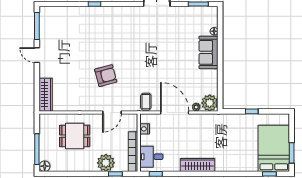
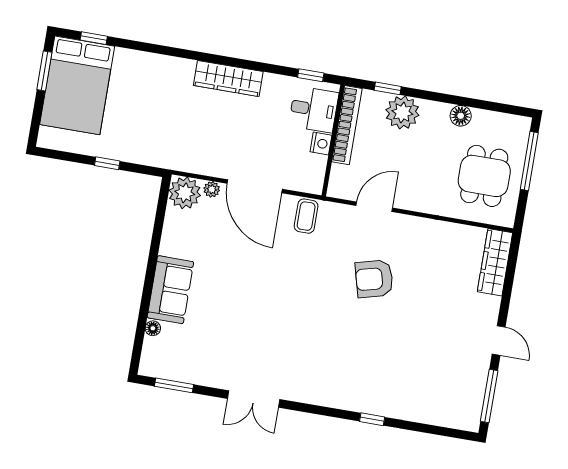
nightstand: (145, 129) -> (321, 144), moved
dining table: (75, 136) -> (484, 176), moved, turned 90
floor lamp: (45, 166) -> (461, 116), moved

